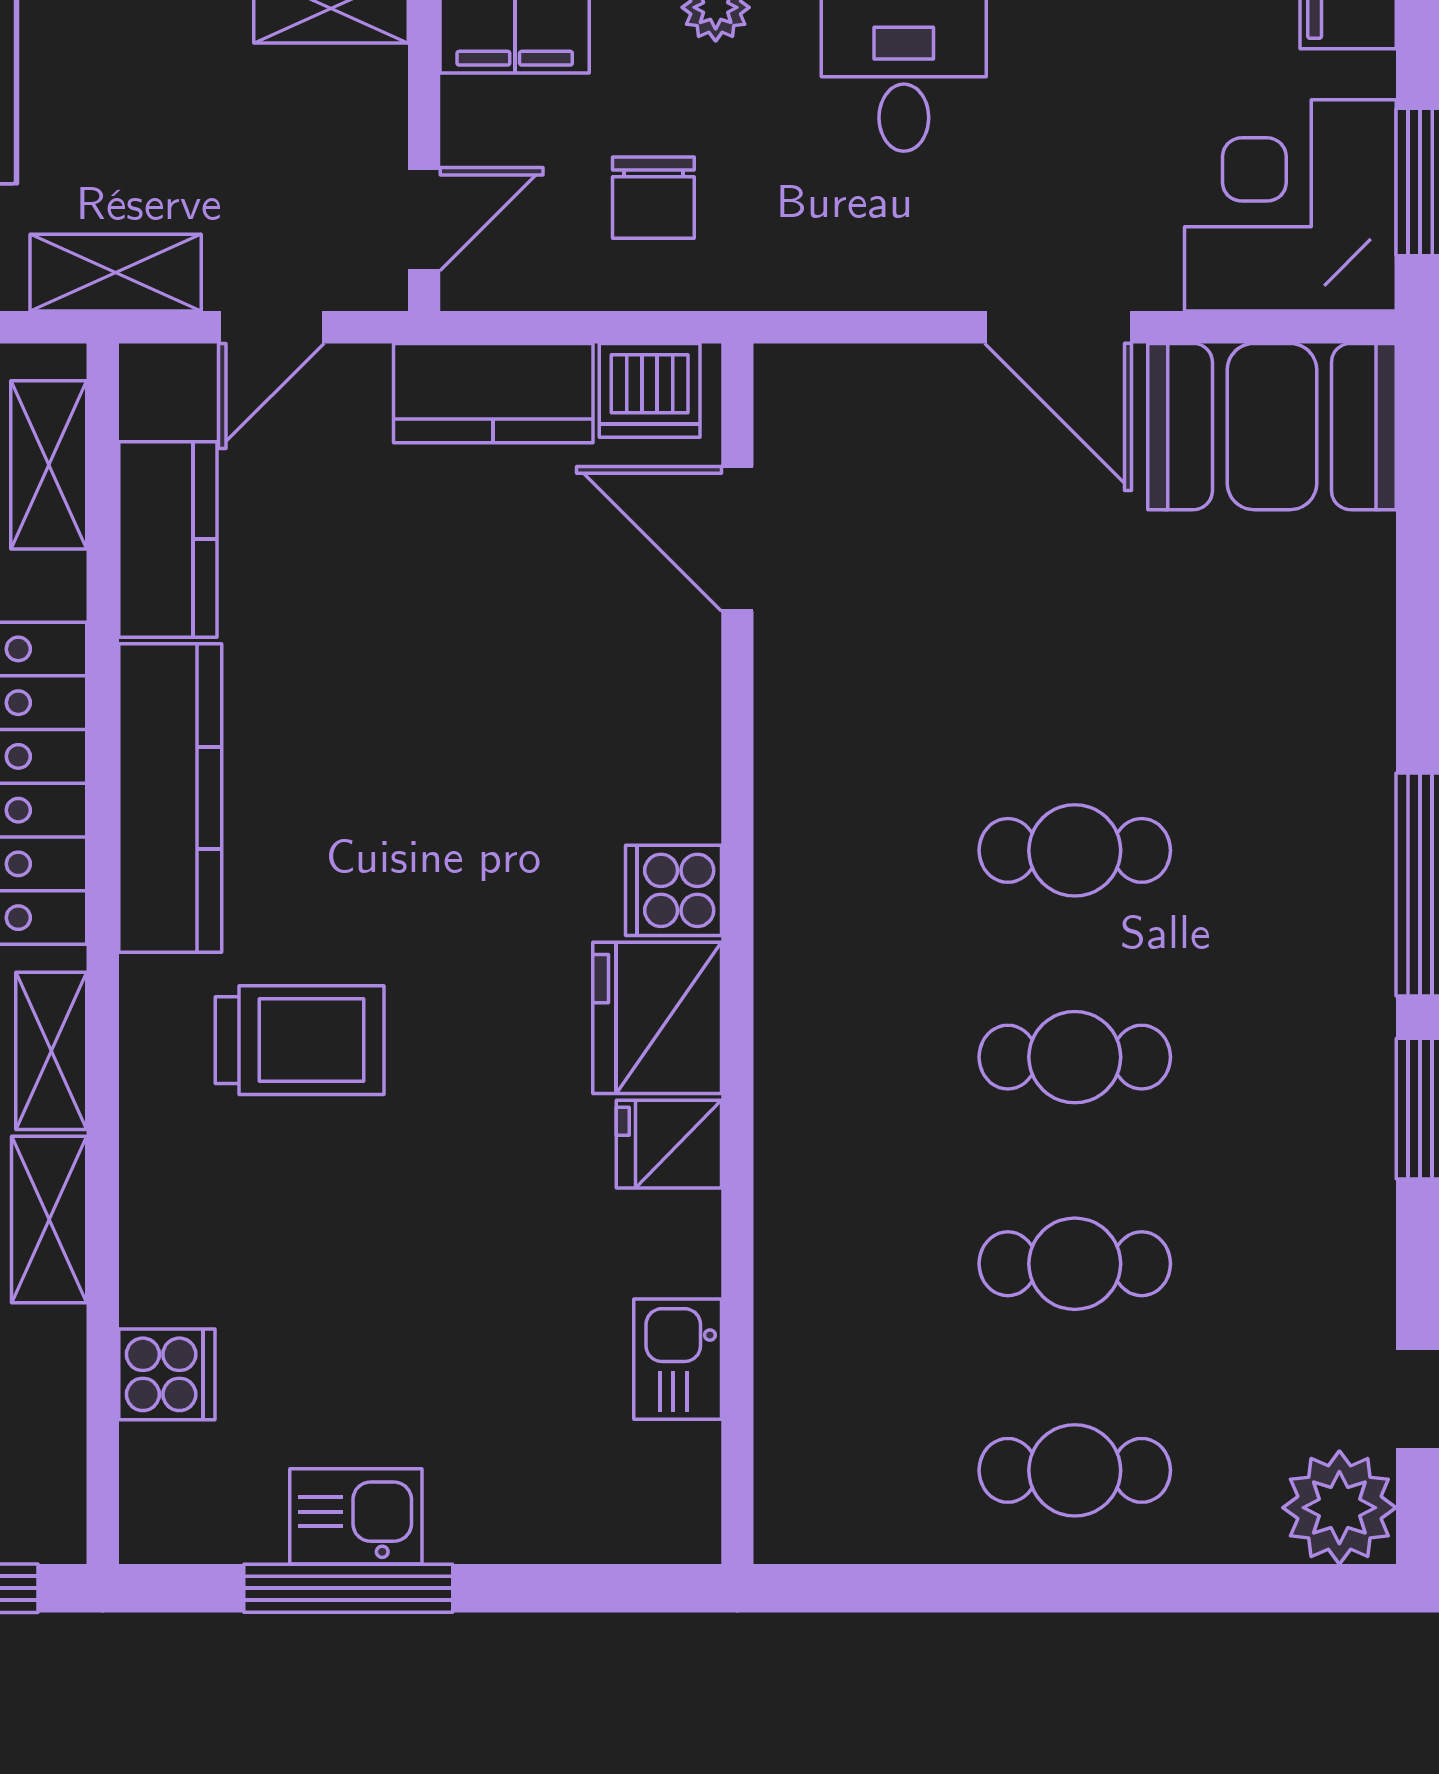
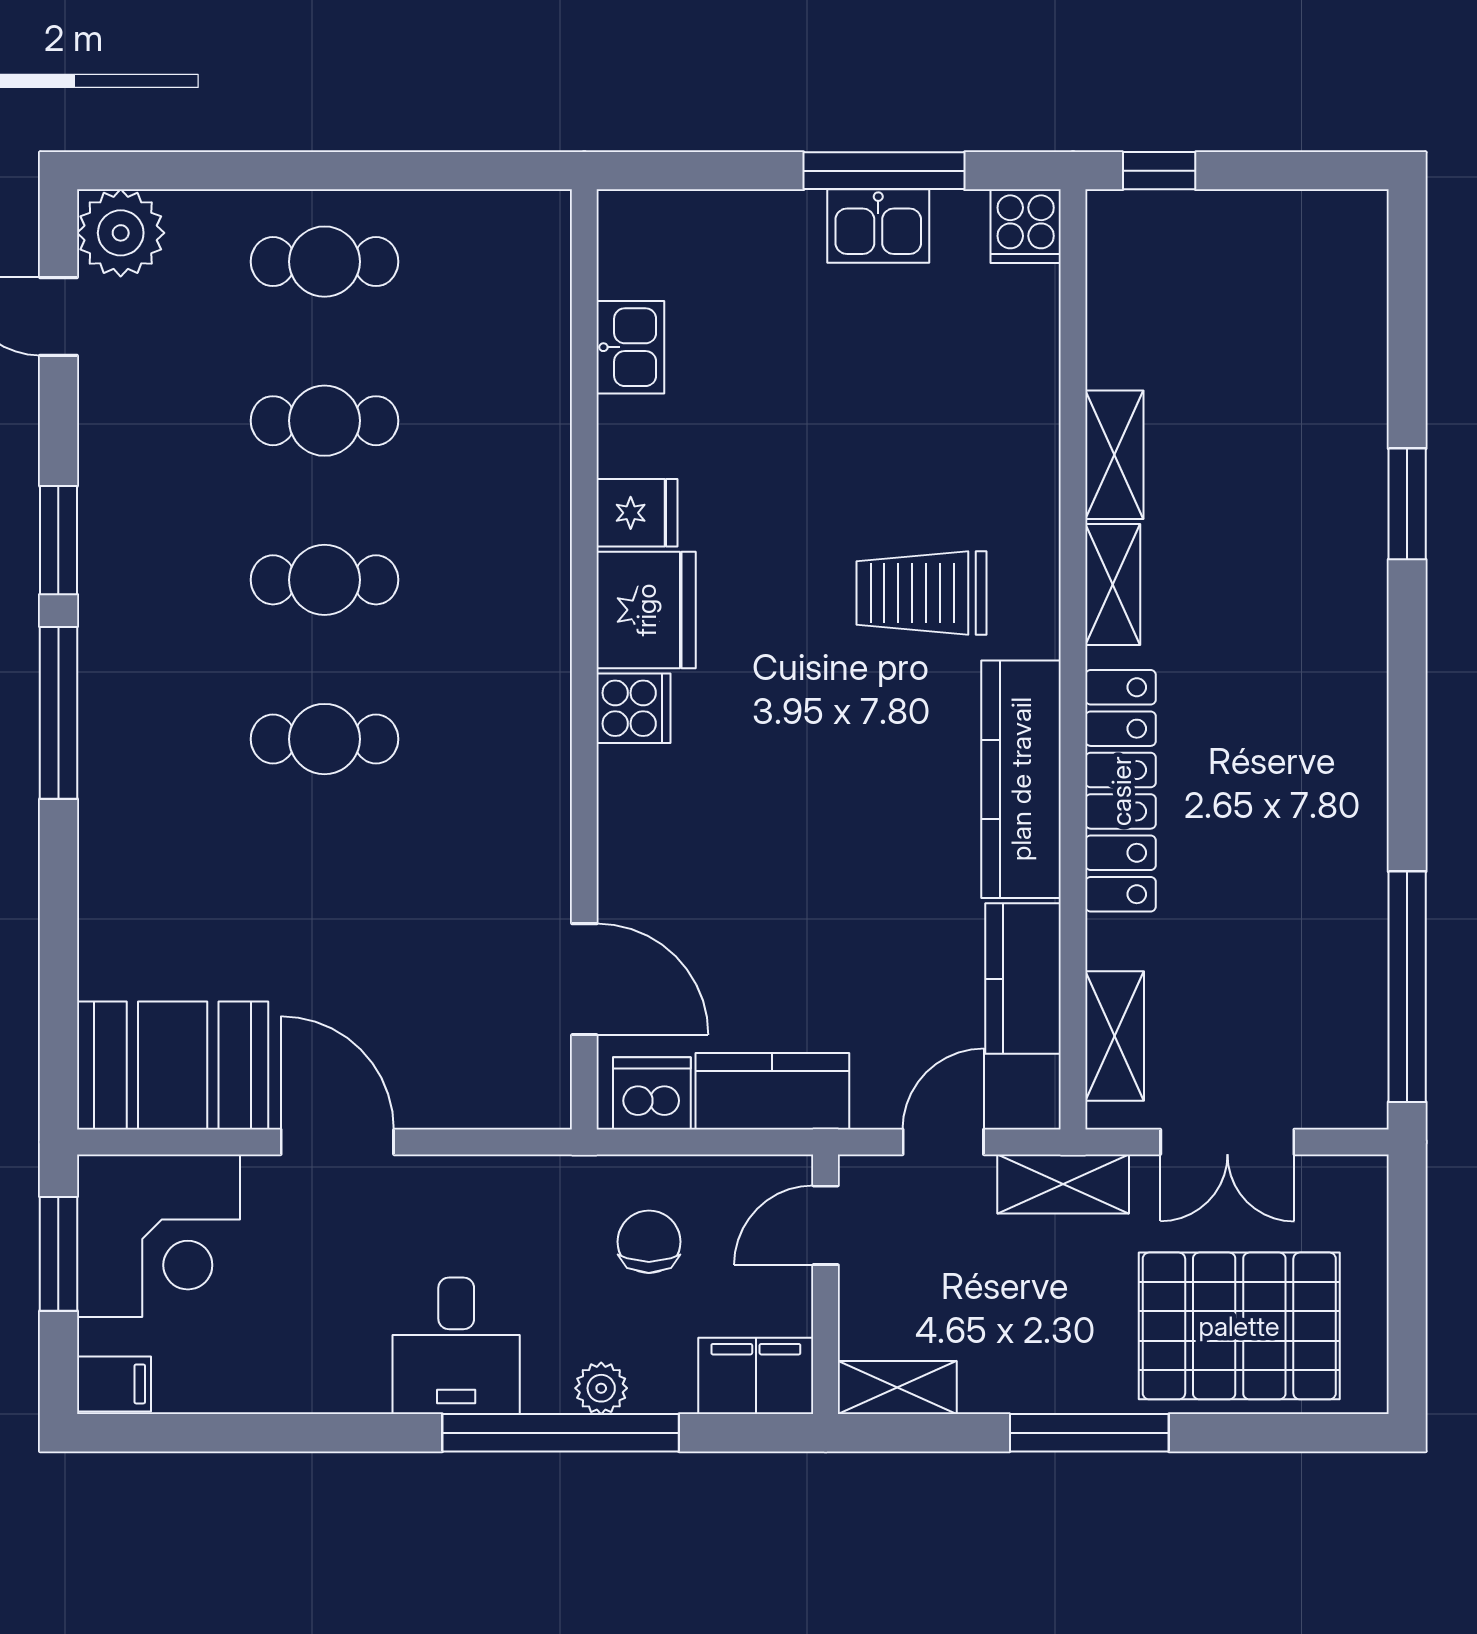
cooker: (167, 1374) -> (1026, 226), moved, turned -90

